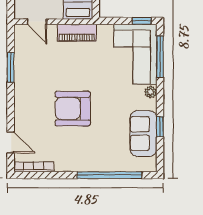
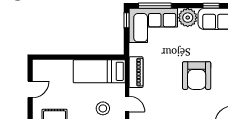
door: (37, 22) -> (127, 104), hinge flipped
plant: (151, 92) -> (188, 18), width x1.87, depth x1.87

